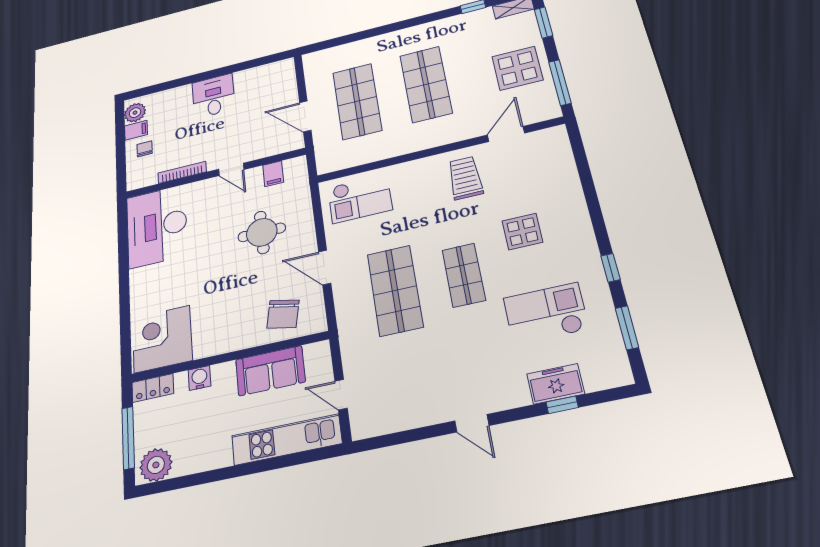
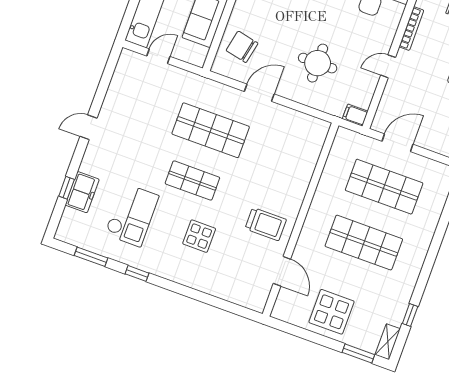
window: (560, 82) -> (299, 332), removed
filing cabinet: (273, 174) -> (355, 115), moved
checkout: (360, 199) -> (298, 145), removed

